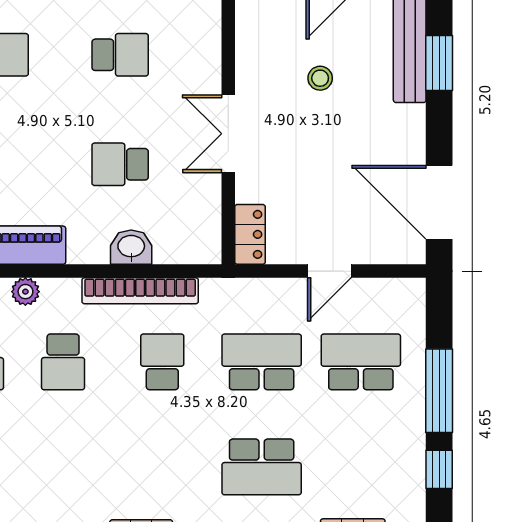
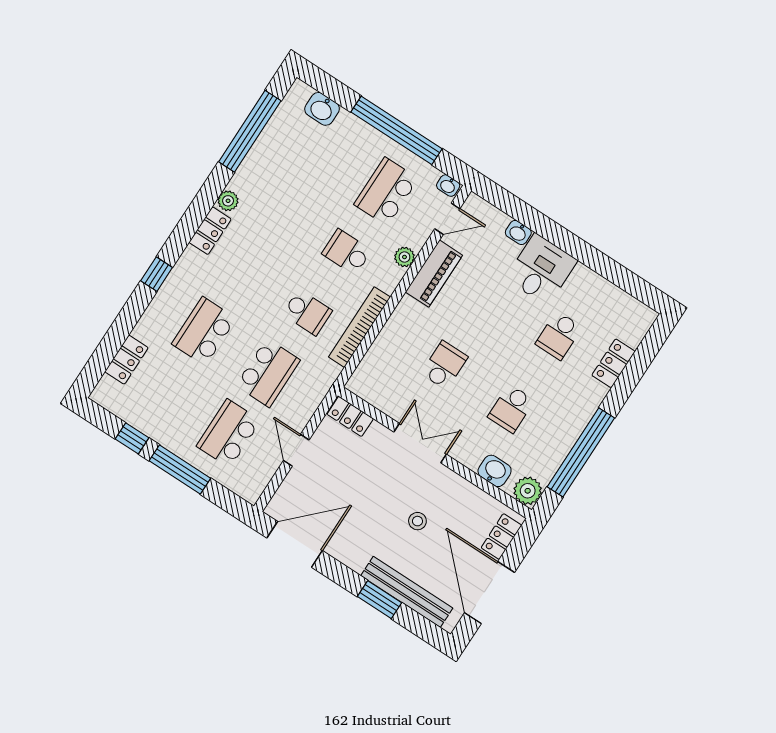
washbasin: (131, 247) -> (495, 471), moved, turned -90
school desk: (361, 362) -> (229, 433), turned 180

